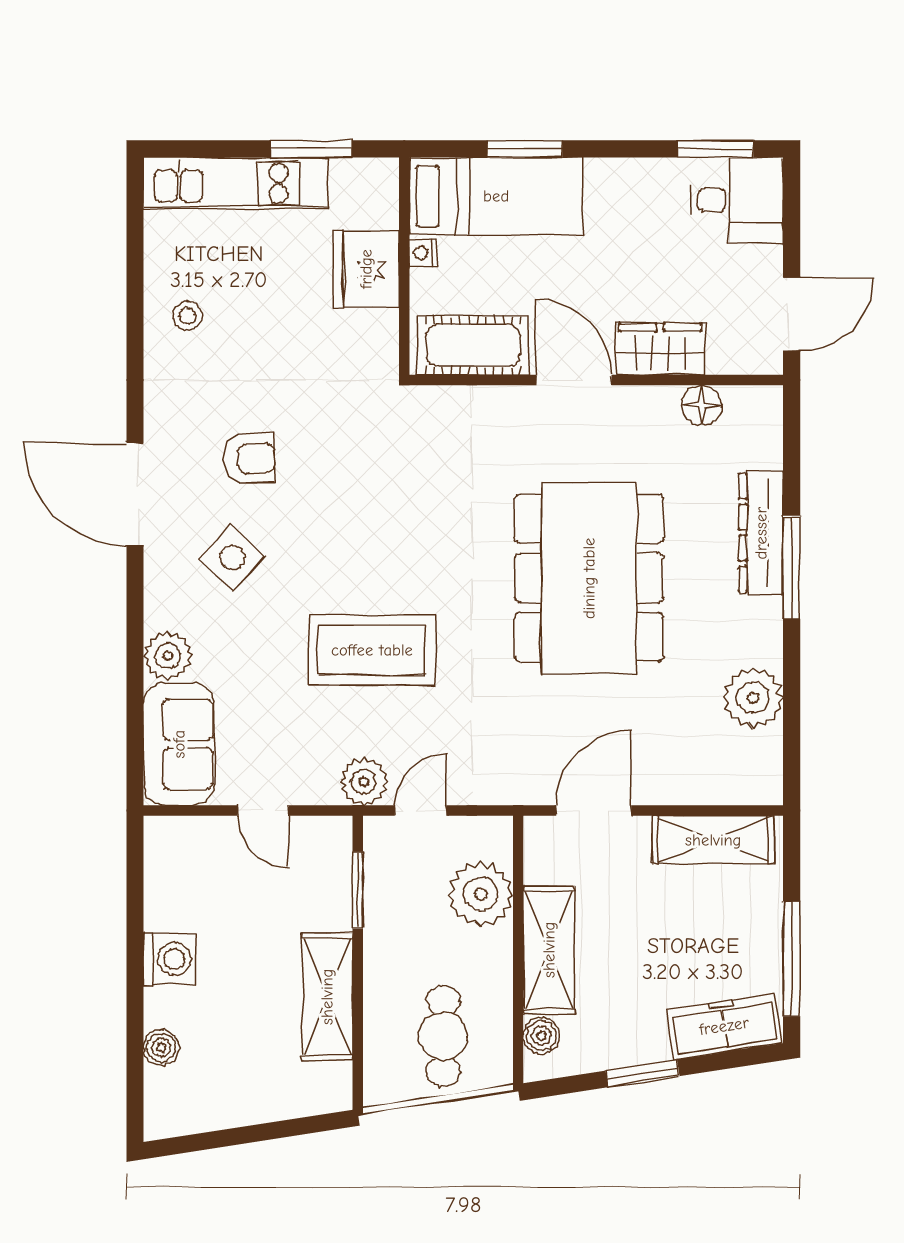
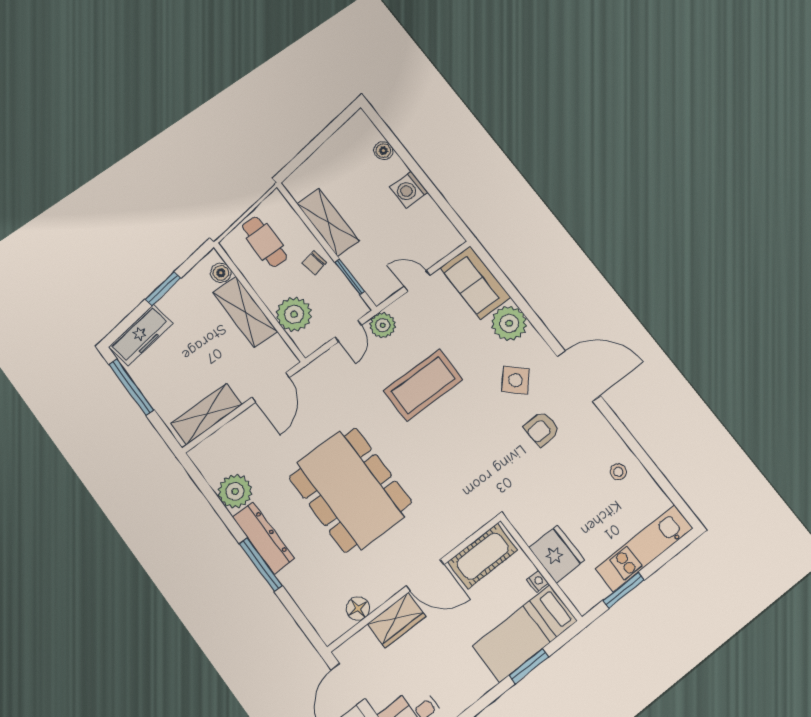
dresser: (761, 533) -> (263, 538), moved
plant: (168, 655) -> (509, 323), width x1.36, depth x1.36
chair: (394, 950) -> (314, 263), added

